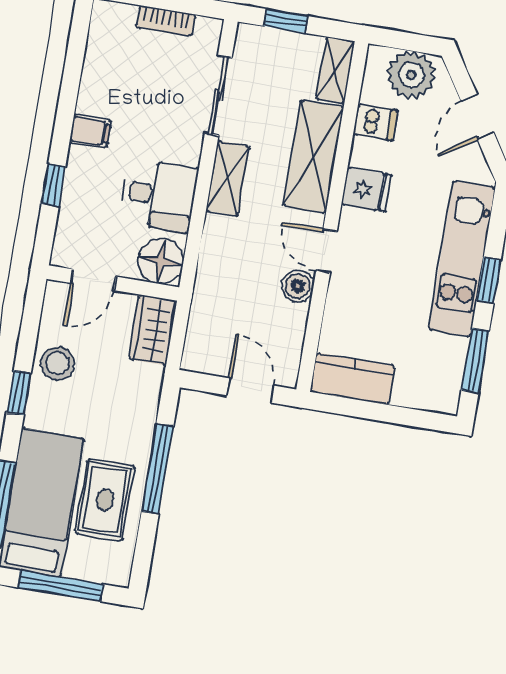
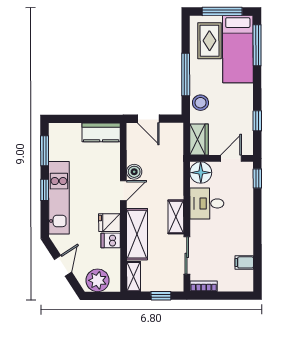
bookcase: (166, 21) -> (204, 286), moved
dishwasher: (375, 122) -> (111, 240), moved
filing cabinet: (90, 131) -> (244, 262), moved
window: (53, 185) -> (257, 178), moved
door: (327, 251) -> (123, 191), hinge flipped
stool: (58, 363) -> (200, 103), moved
window: (19, 393) -> (257, 121), moved
rug: (105, 500) -> (210, 41), moved

